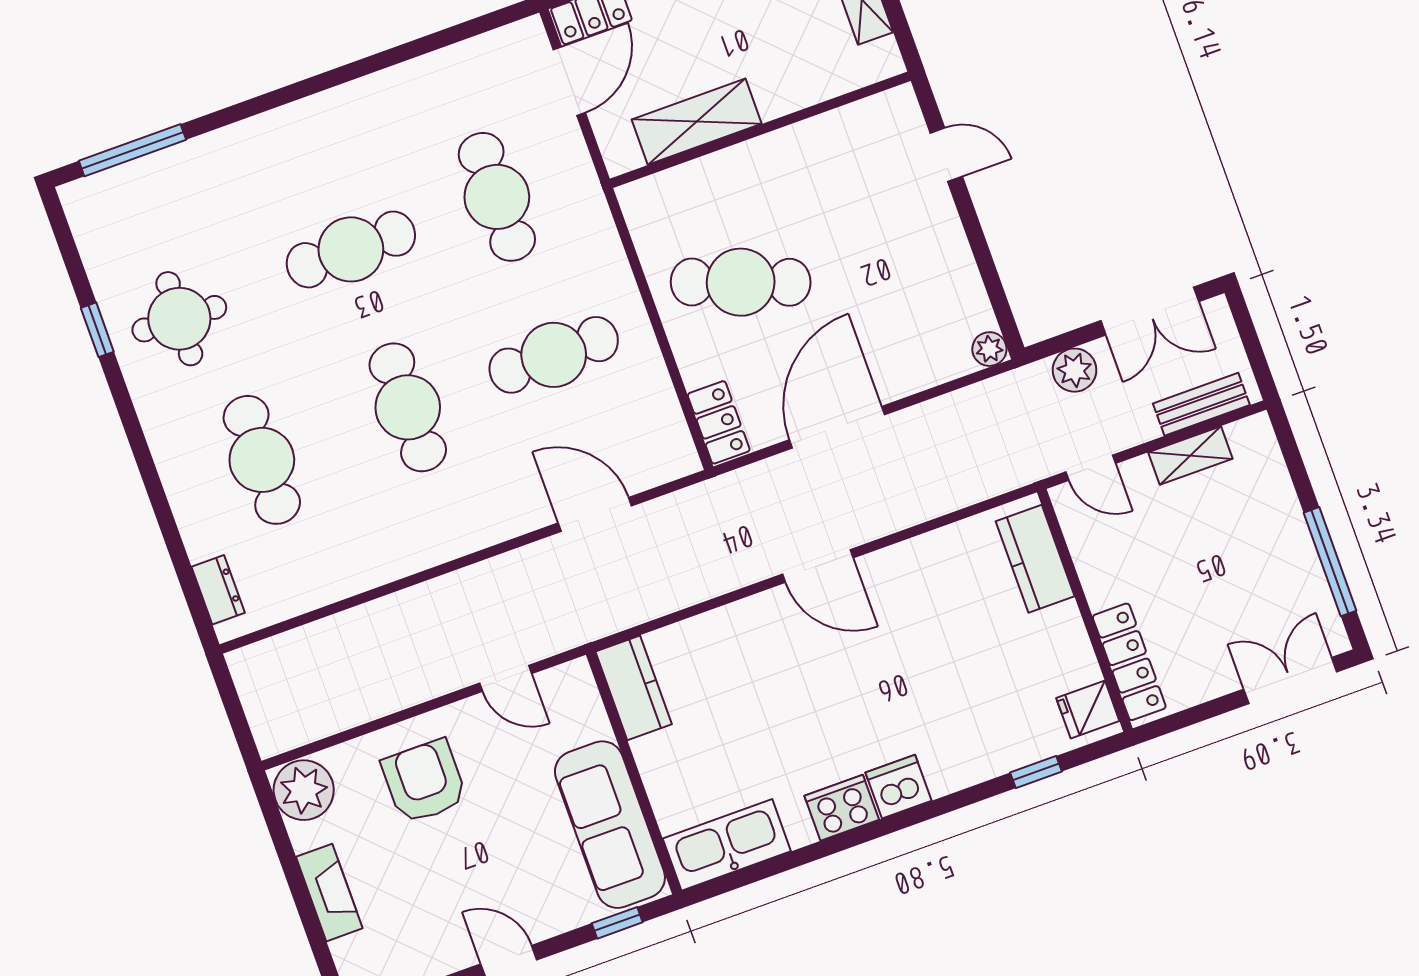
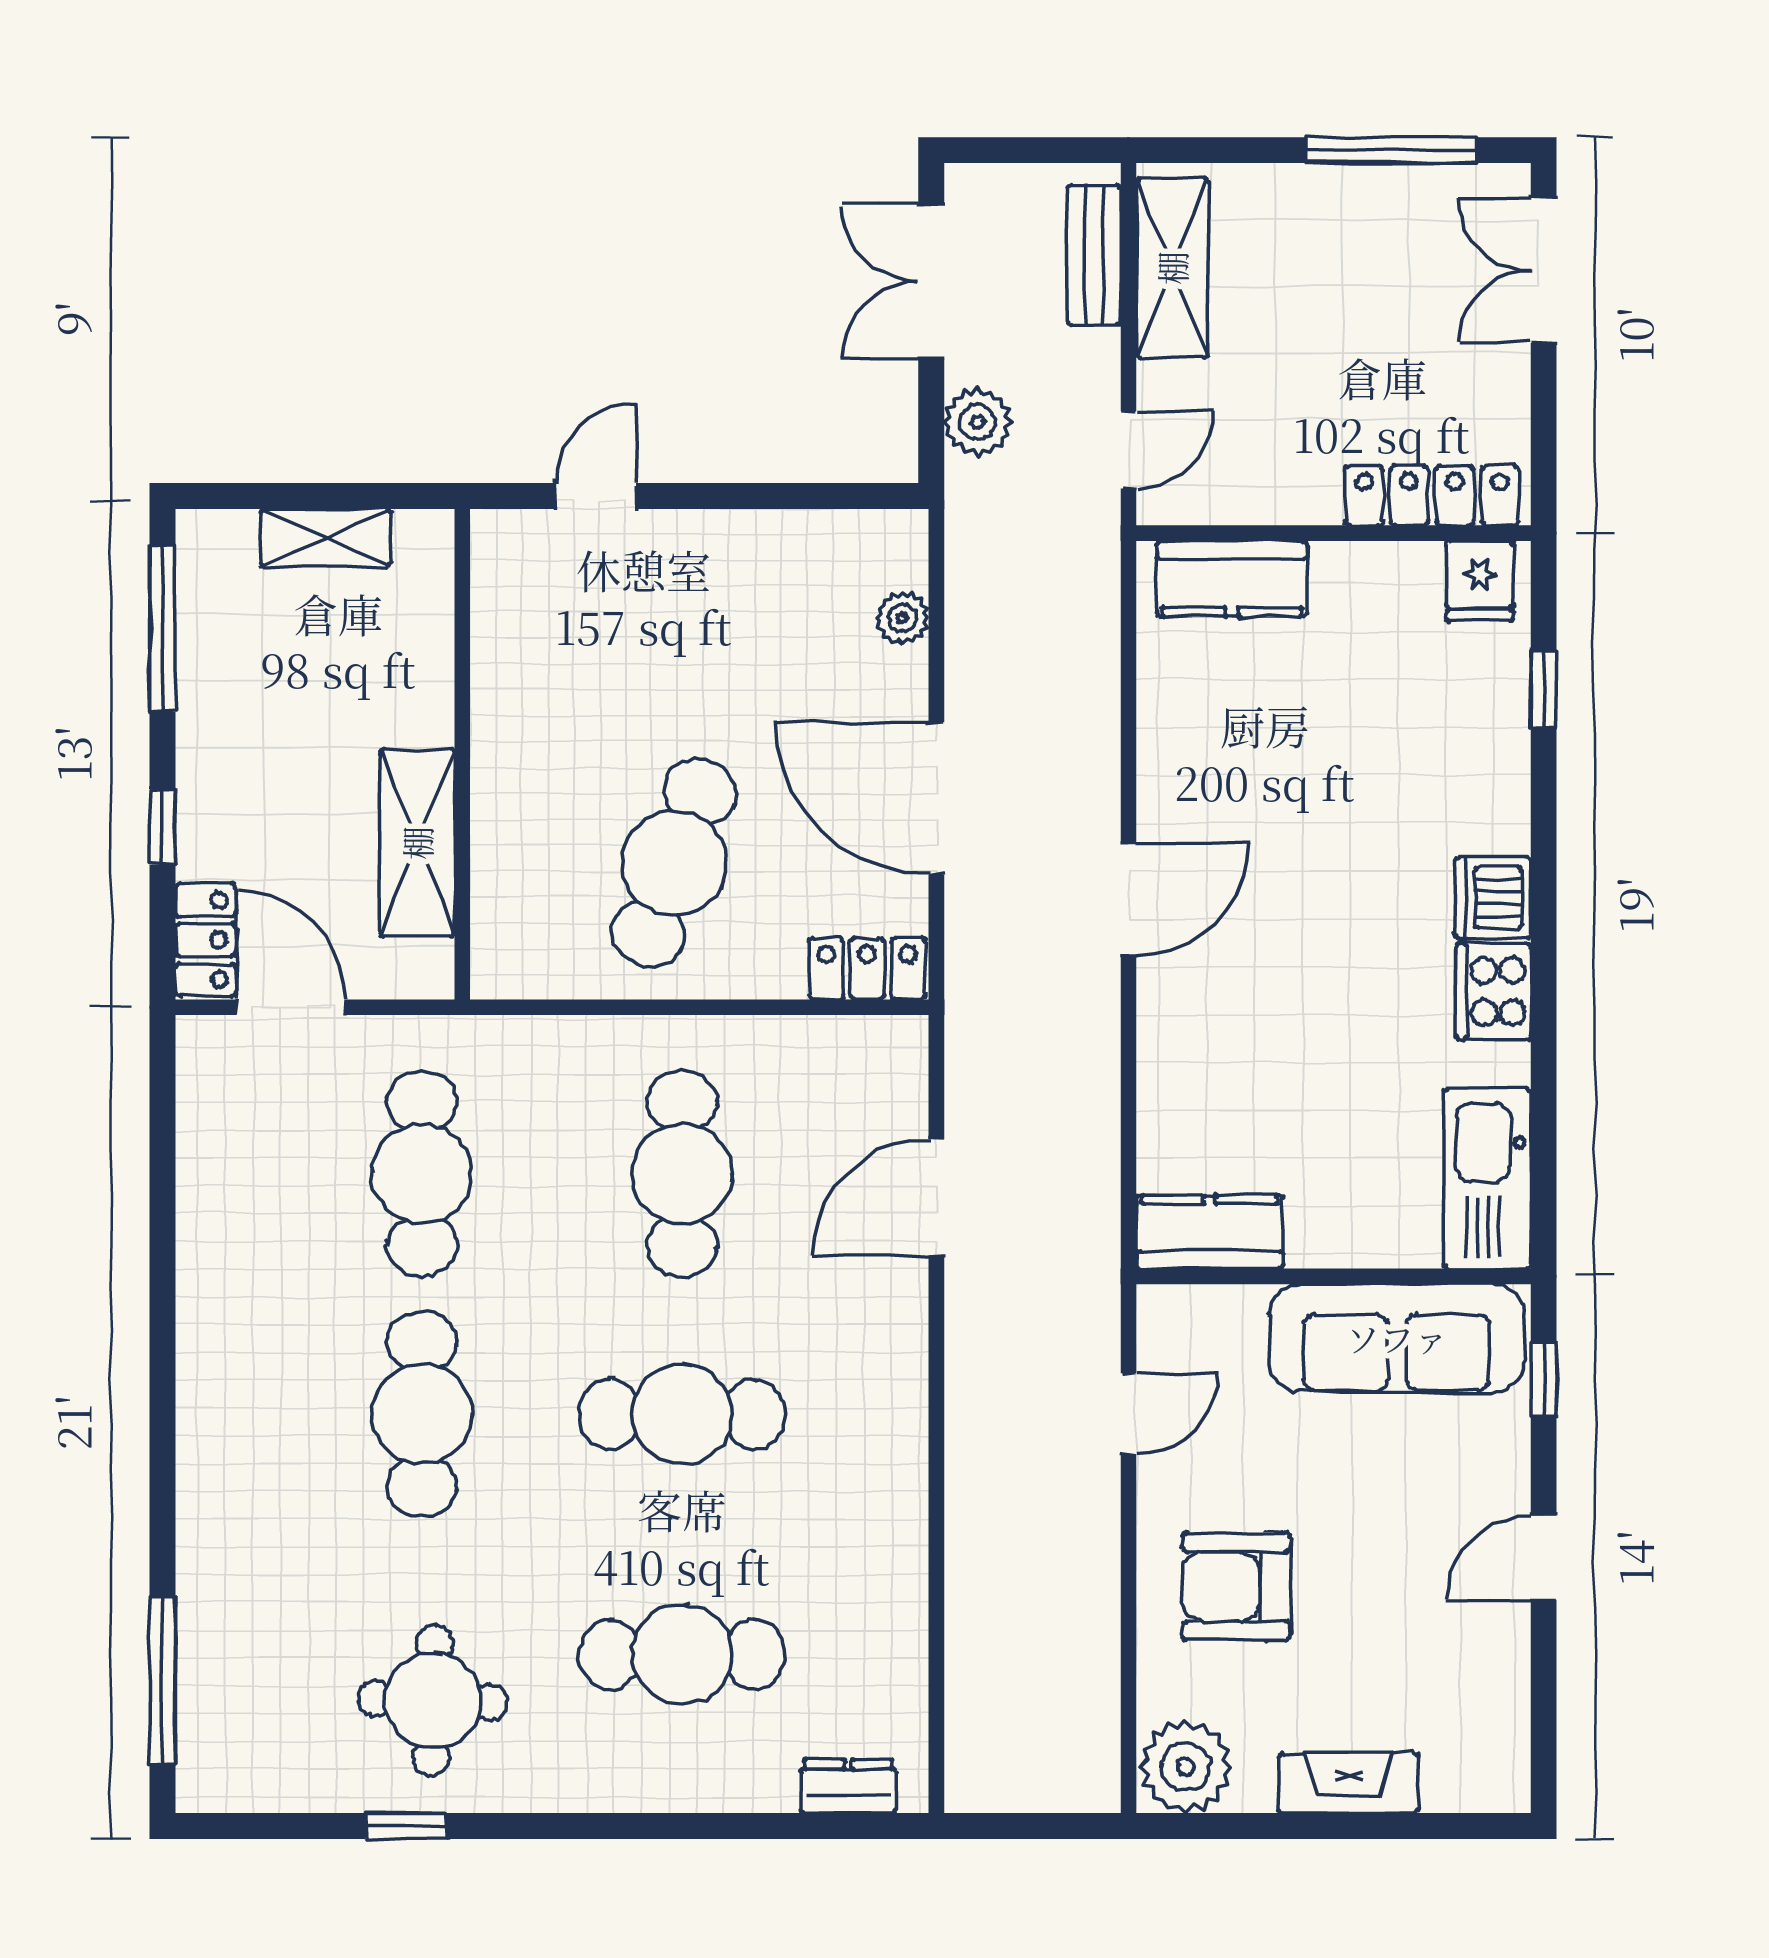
cafe table: (497, 197) -> (422, 1174), turned 90
double door: (1150, 311) -> (931, 282), swing flipped
plant: (989, 349) -> (902, 618), moved
shelving: (1190, 456) -> (1172, 268), width x1.50, depth x1.33

